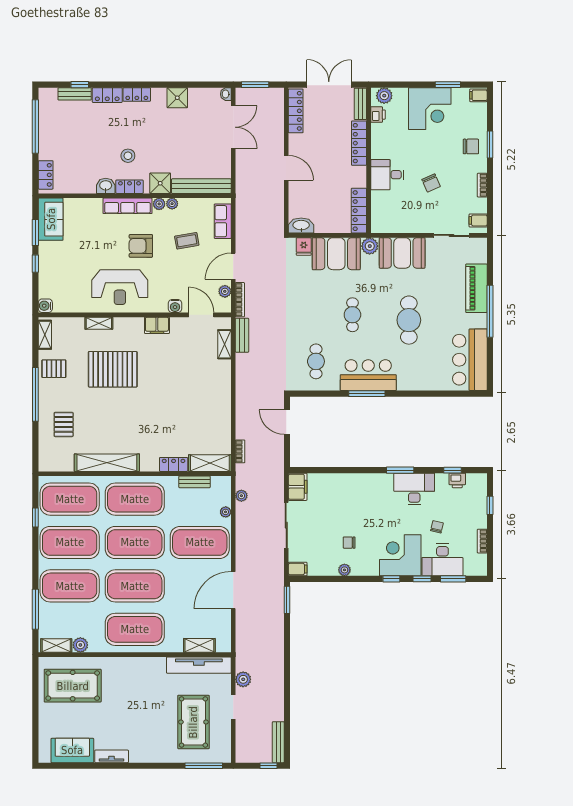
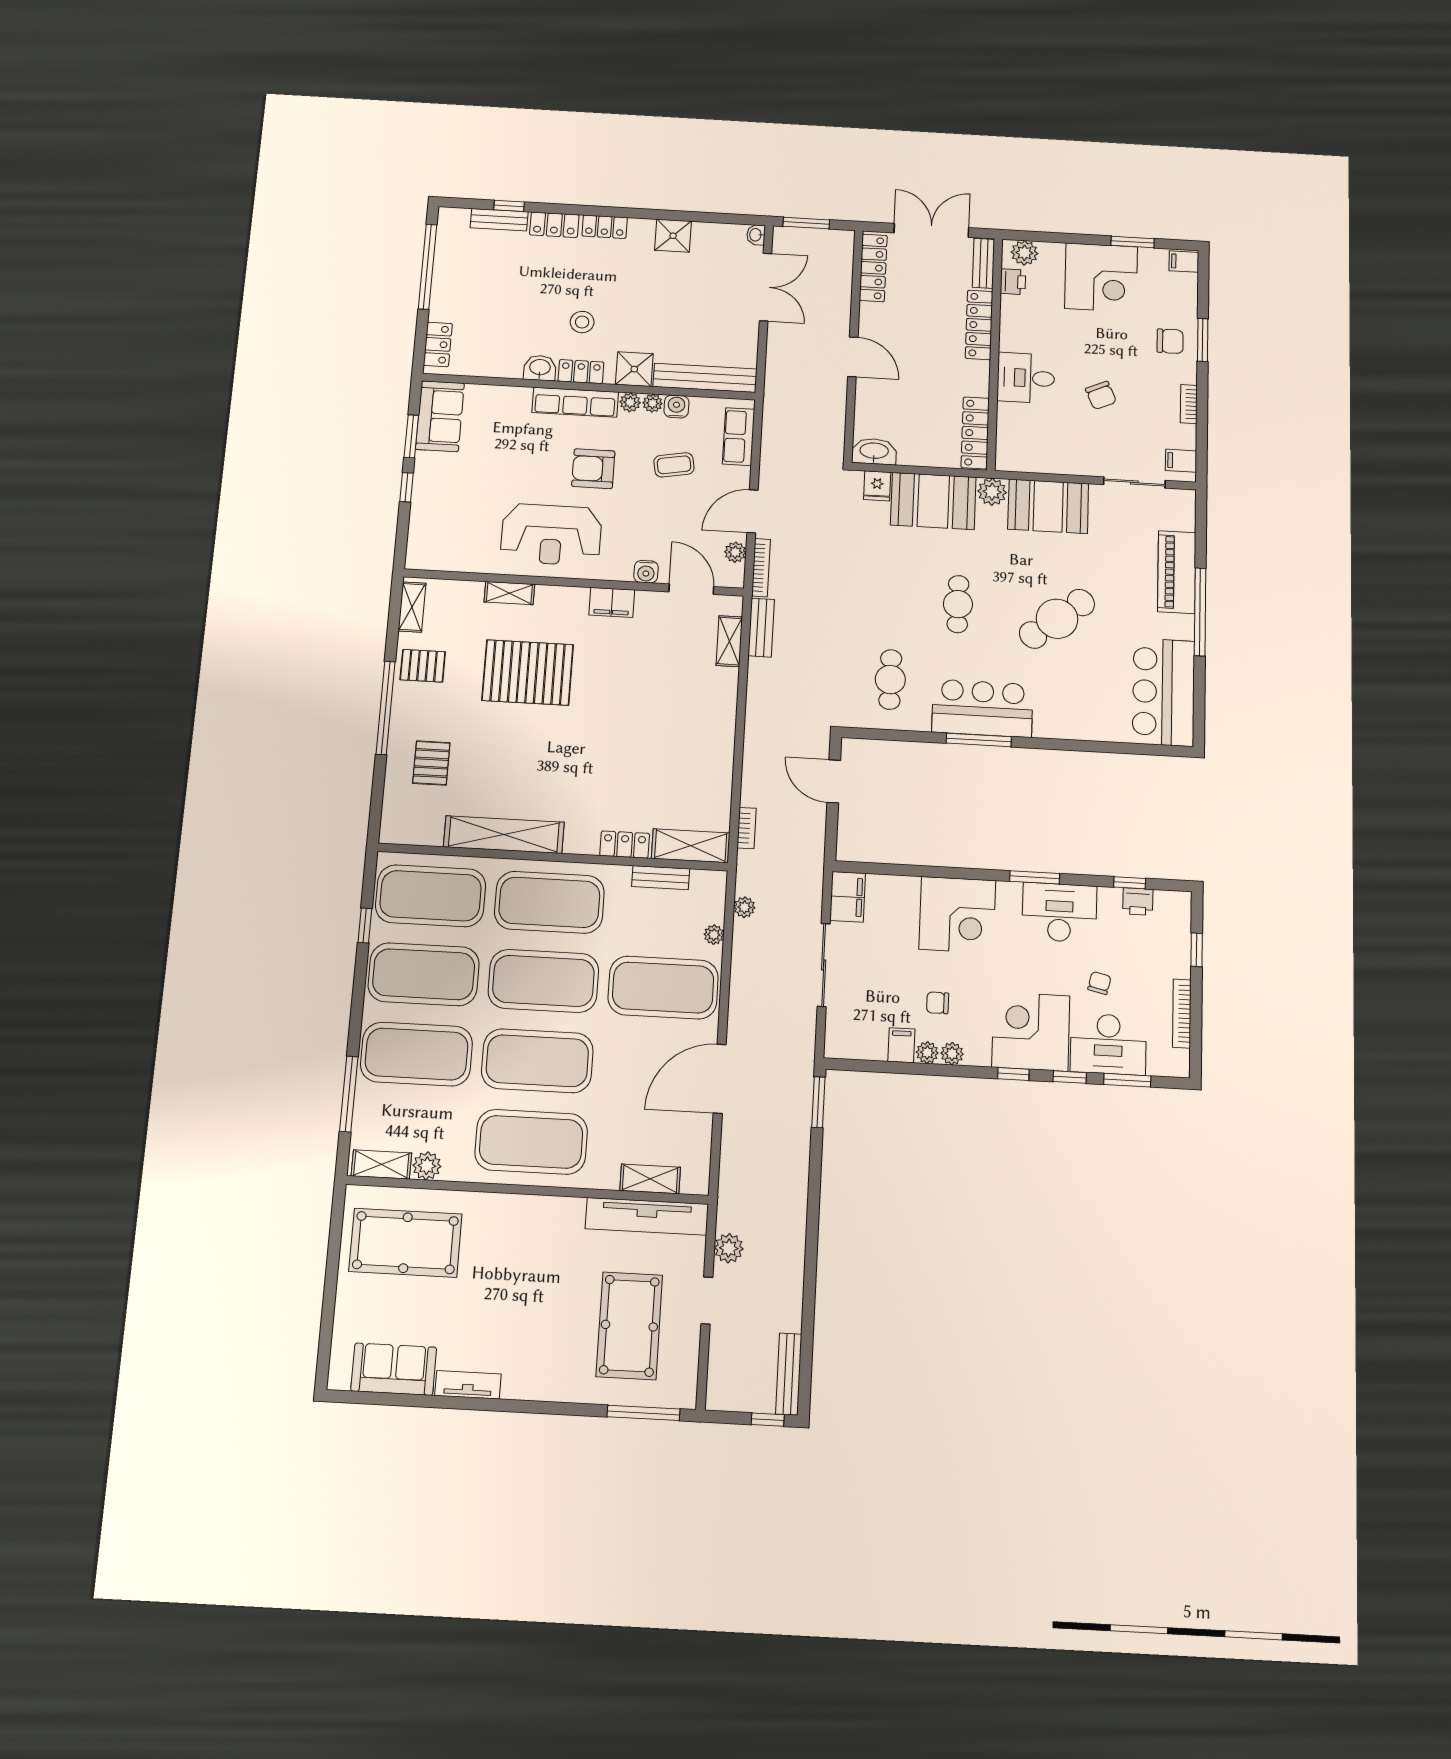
water cooler: (45, 306) -> (676, 407), moved, turned 90
cafe table: (409, 320) -> (1057, 619), turned 52
corner desk: (358, 493) -> (957, 915), added
bookcase: (482, 541) -> (1182, 1014), width x1.56
filing cabinet: (298, 569) -> (901, 1045), moved, turned -90
plant: (358, 570) -> (952, 1054), added

